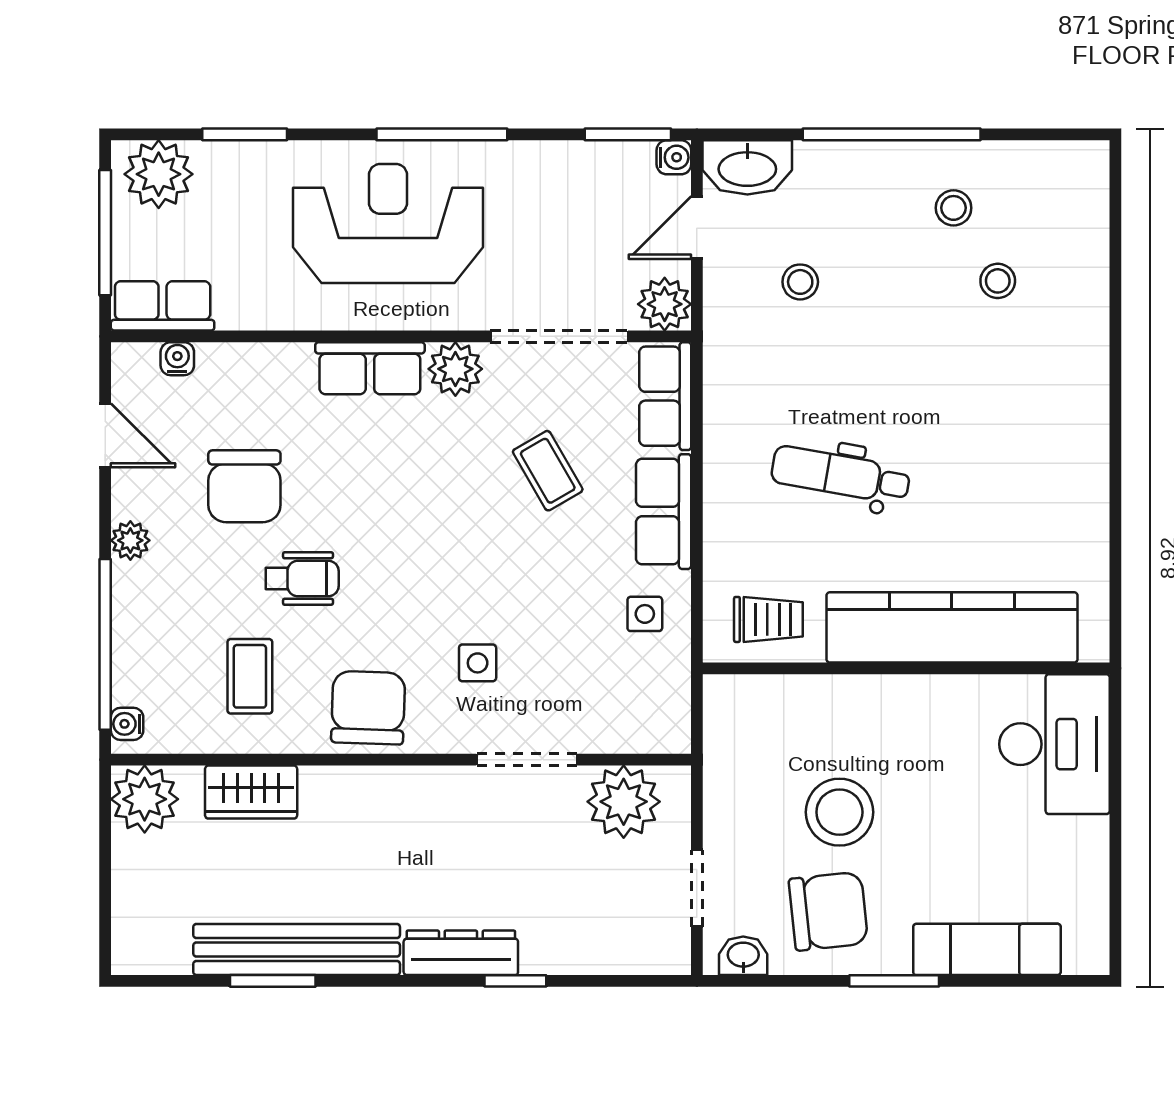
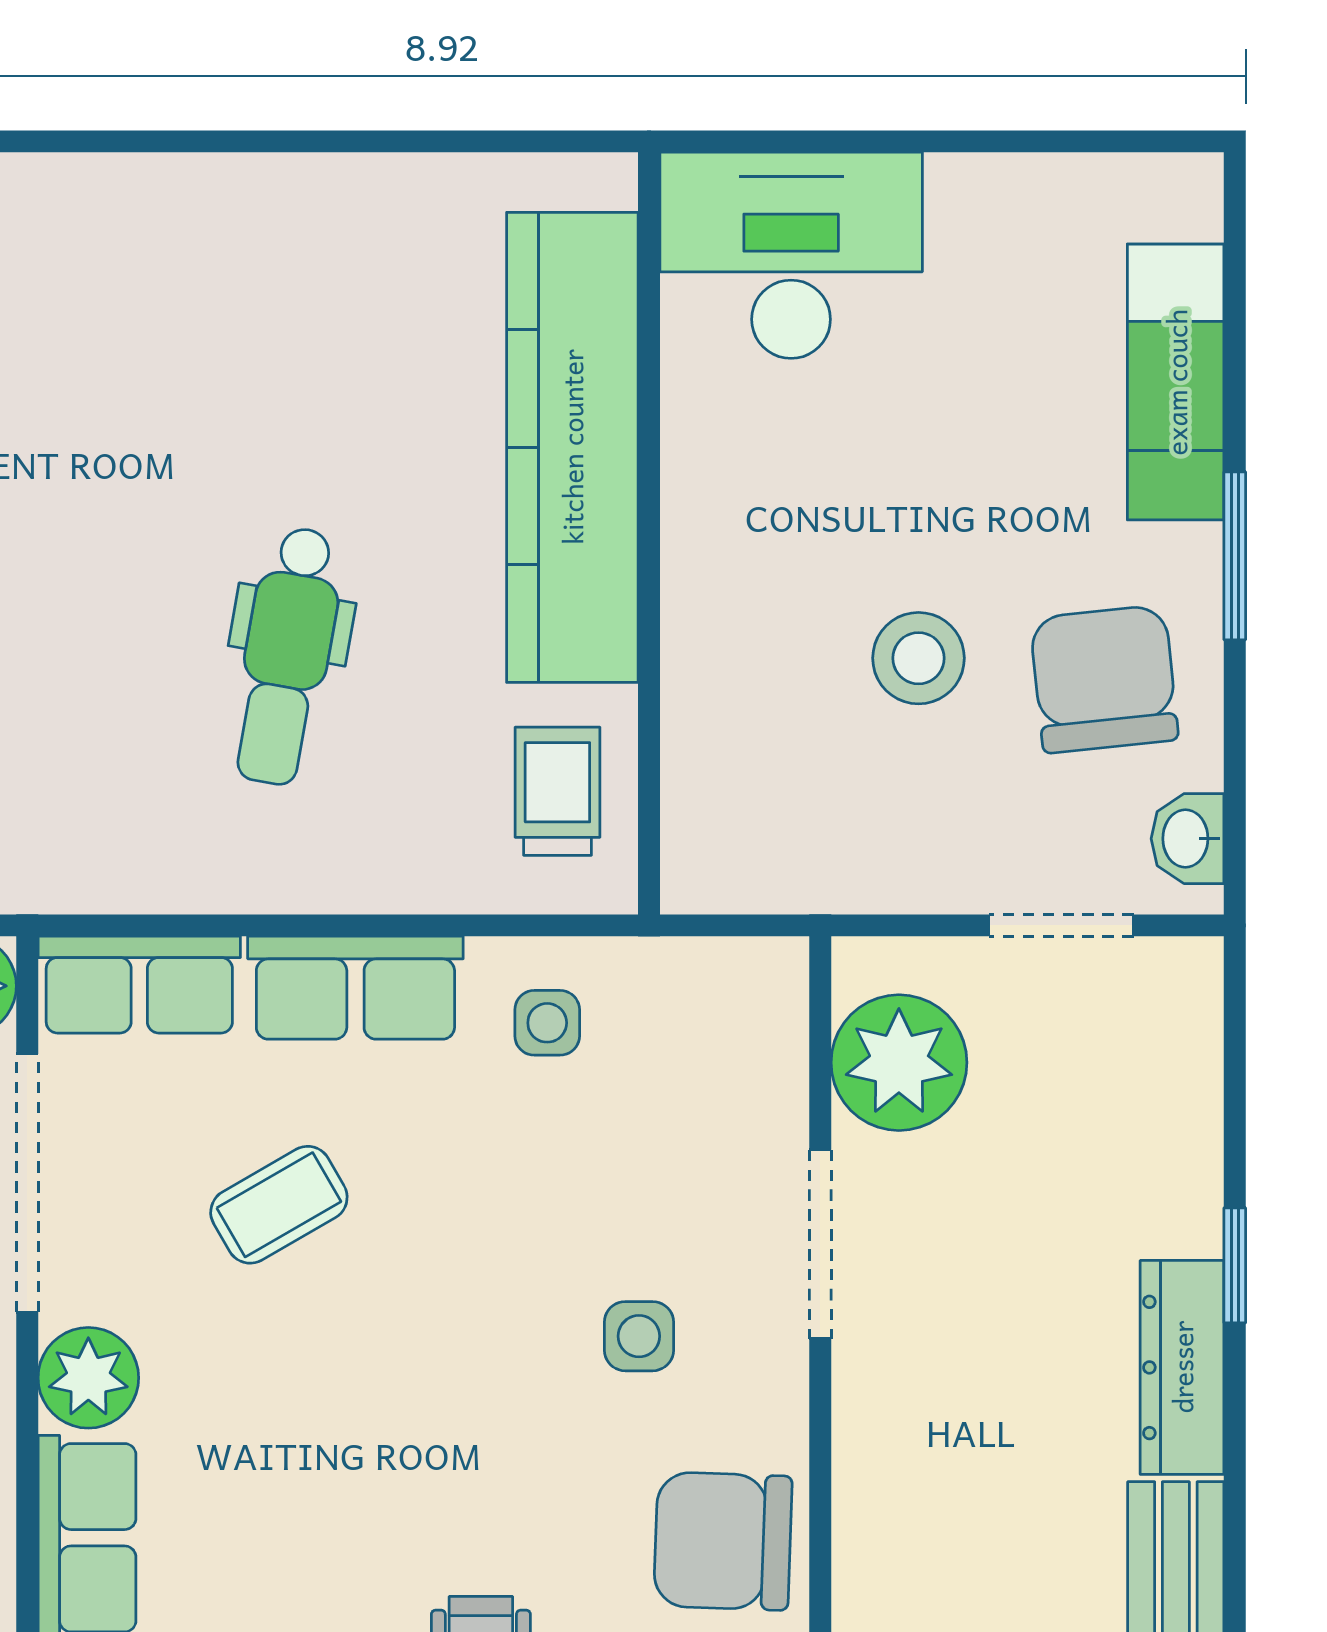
stool: (839, 812) -> (918, 658), width x0.73, depth x0.73

